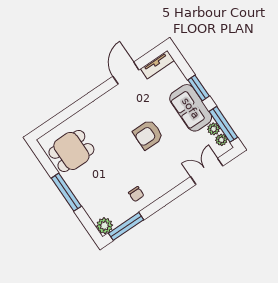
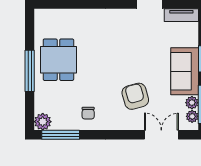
armchair: (148, 135) -> (135, 96), moved, turned 74
dining table: (71, 151) -> (58, 60), moved, turned 90

